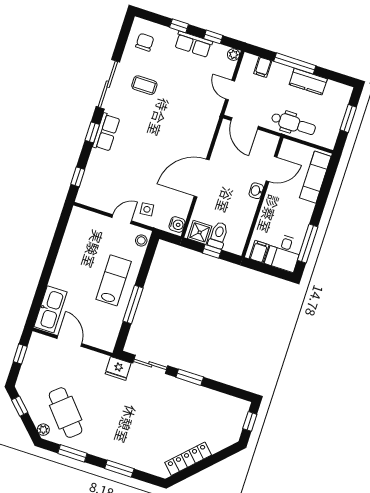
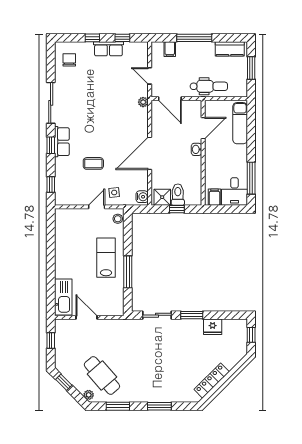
plant: (234, 55) -> (143, 102), moved
kitchen counter: (308, 82) -> (230, 49), moved
coffee table: (144, 85) -> (93, 163), moved
fridge: (118, 368) -> (213, 327), moved

